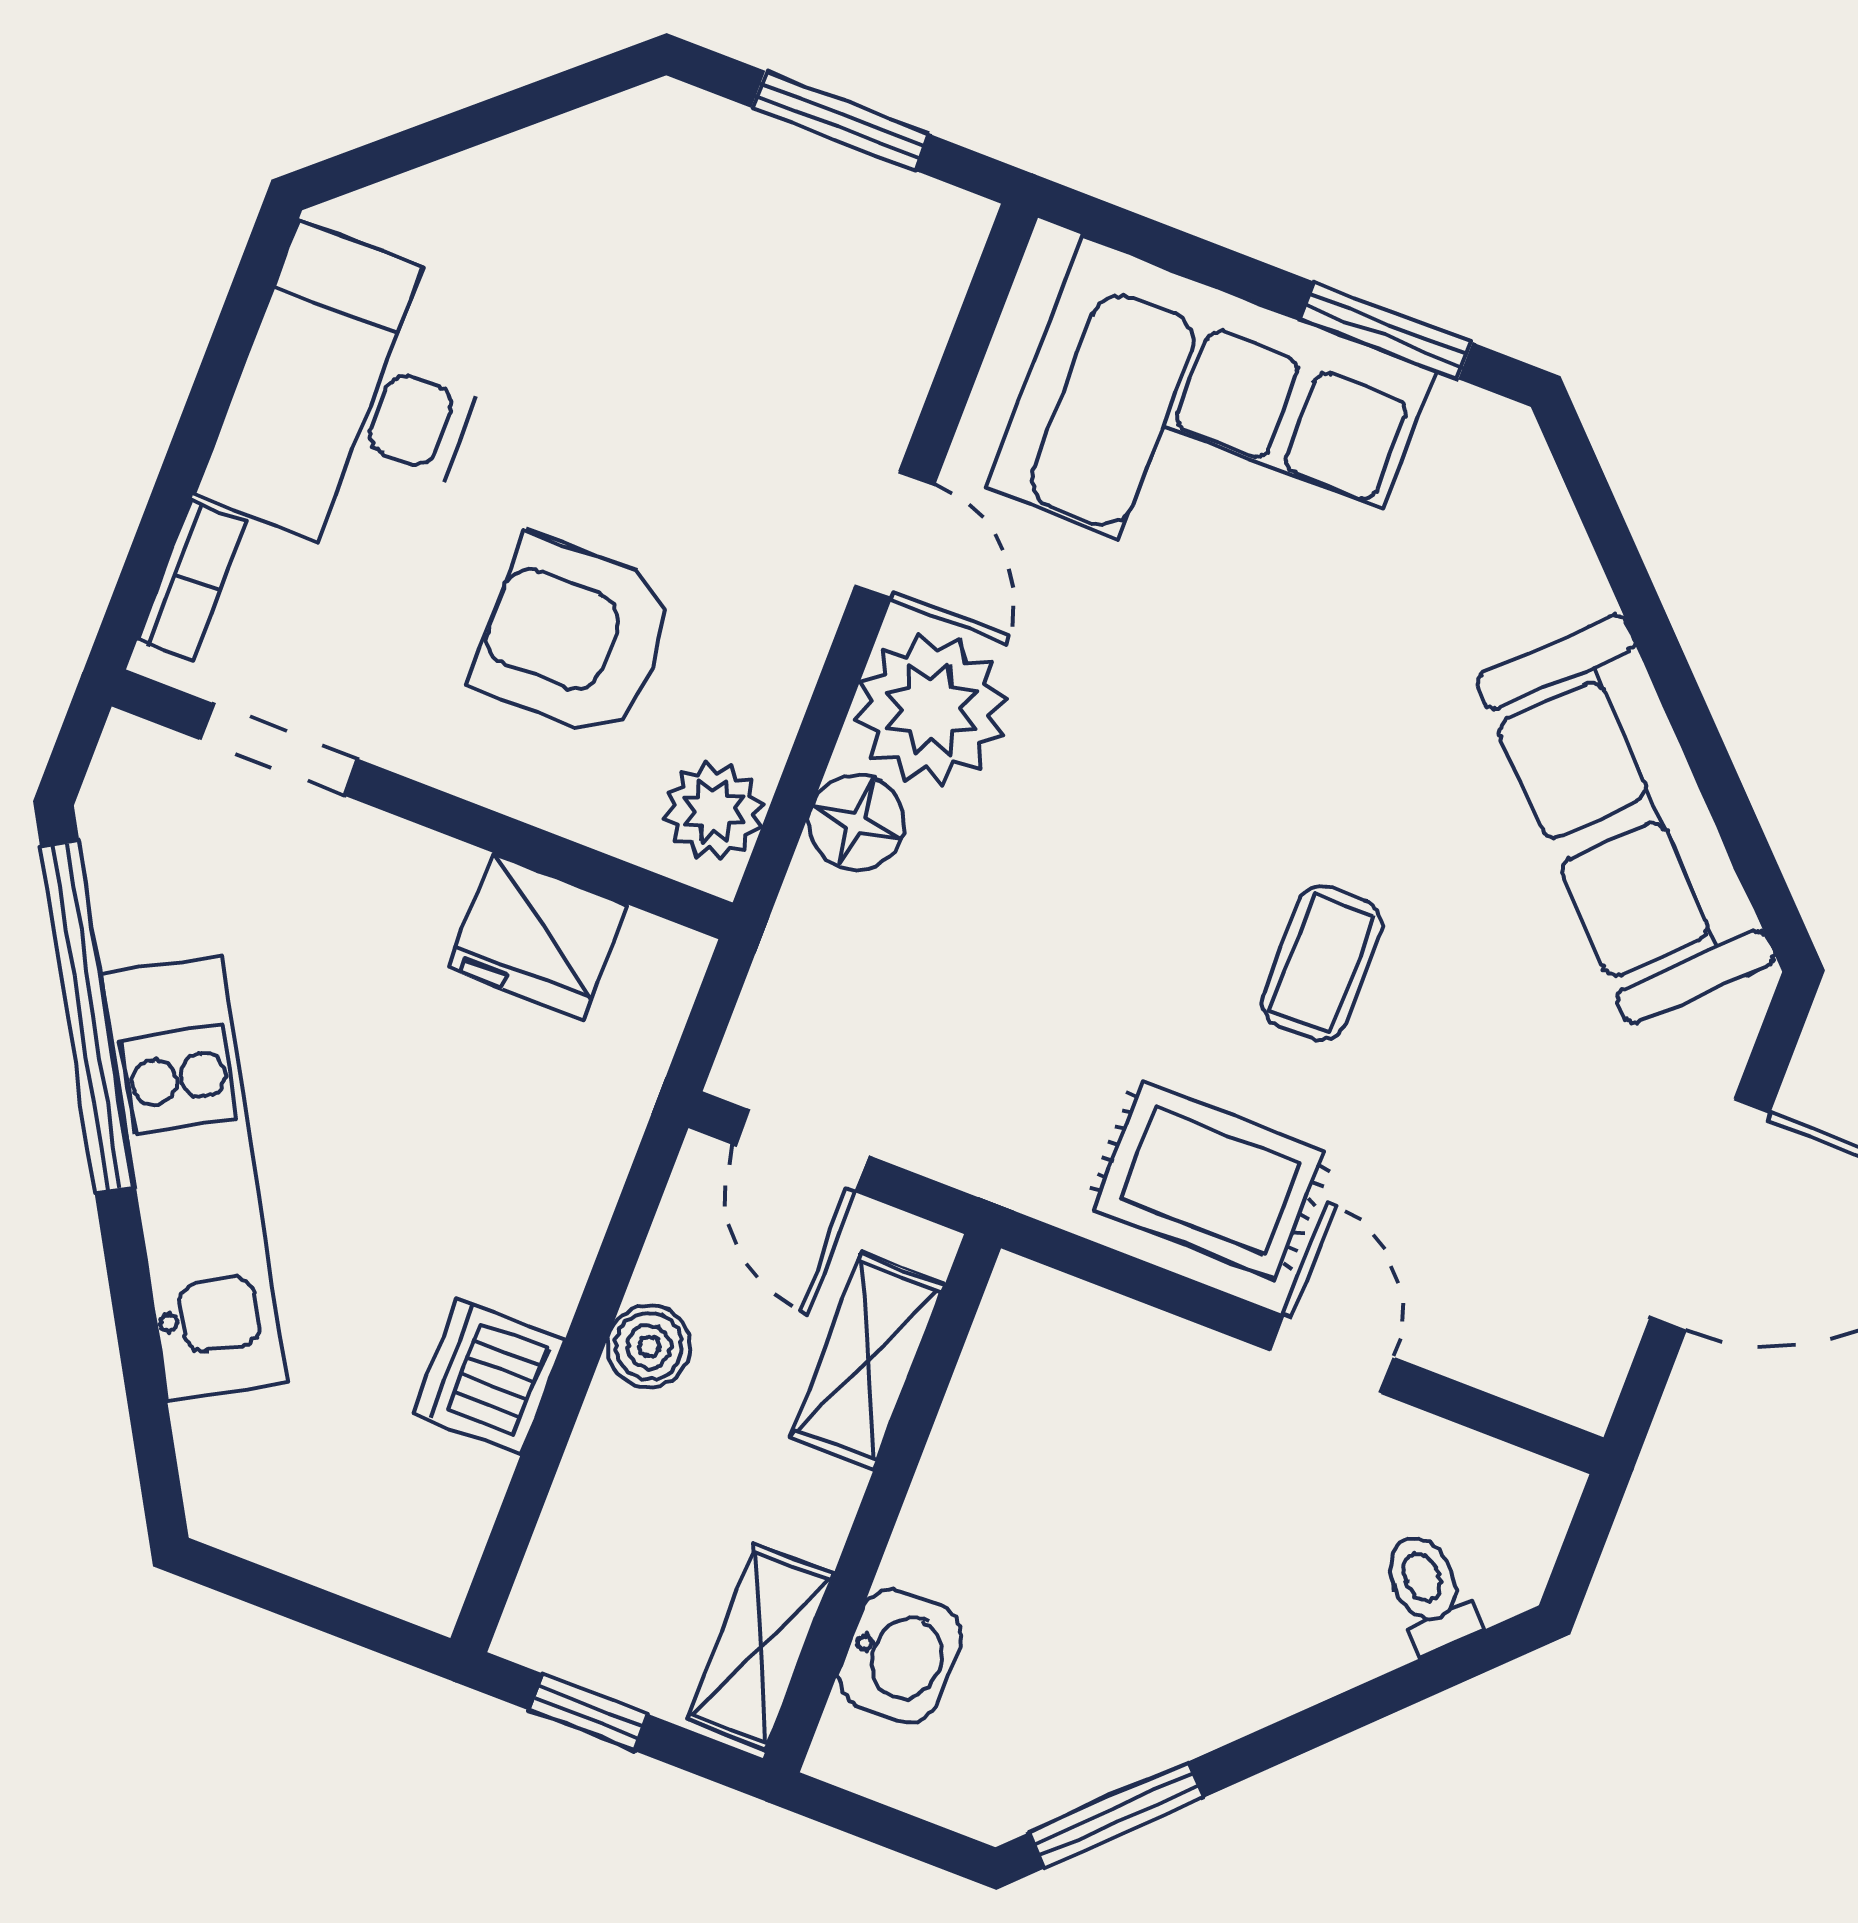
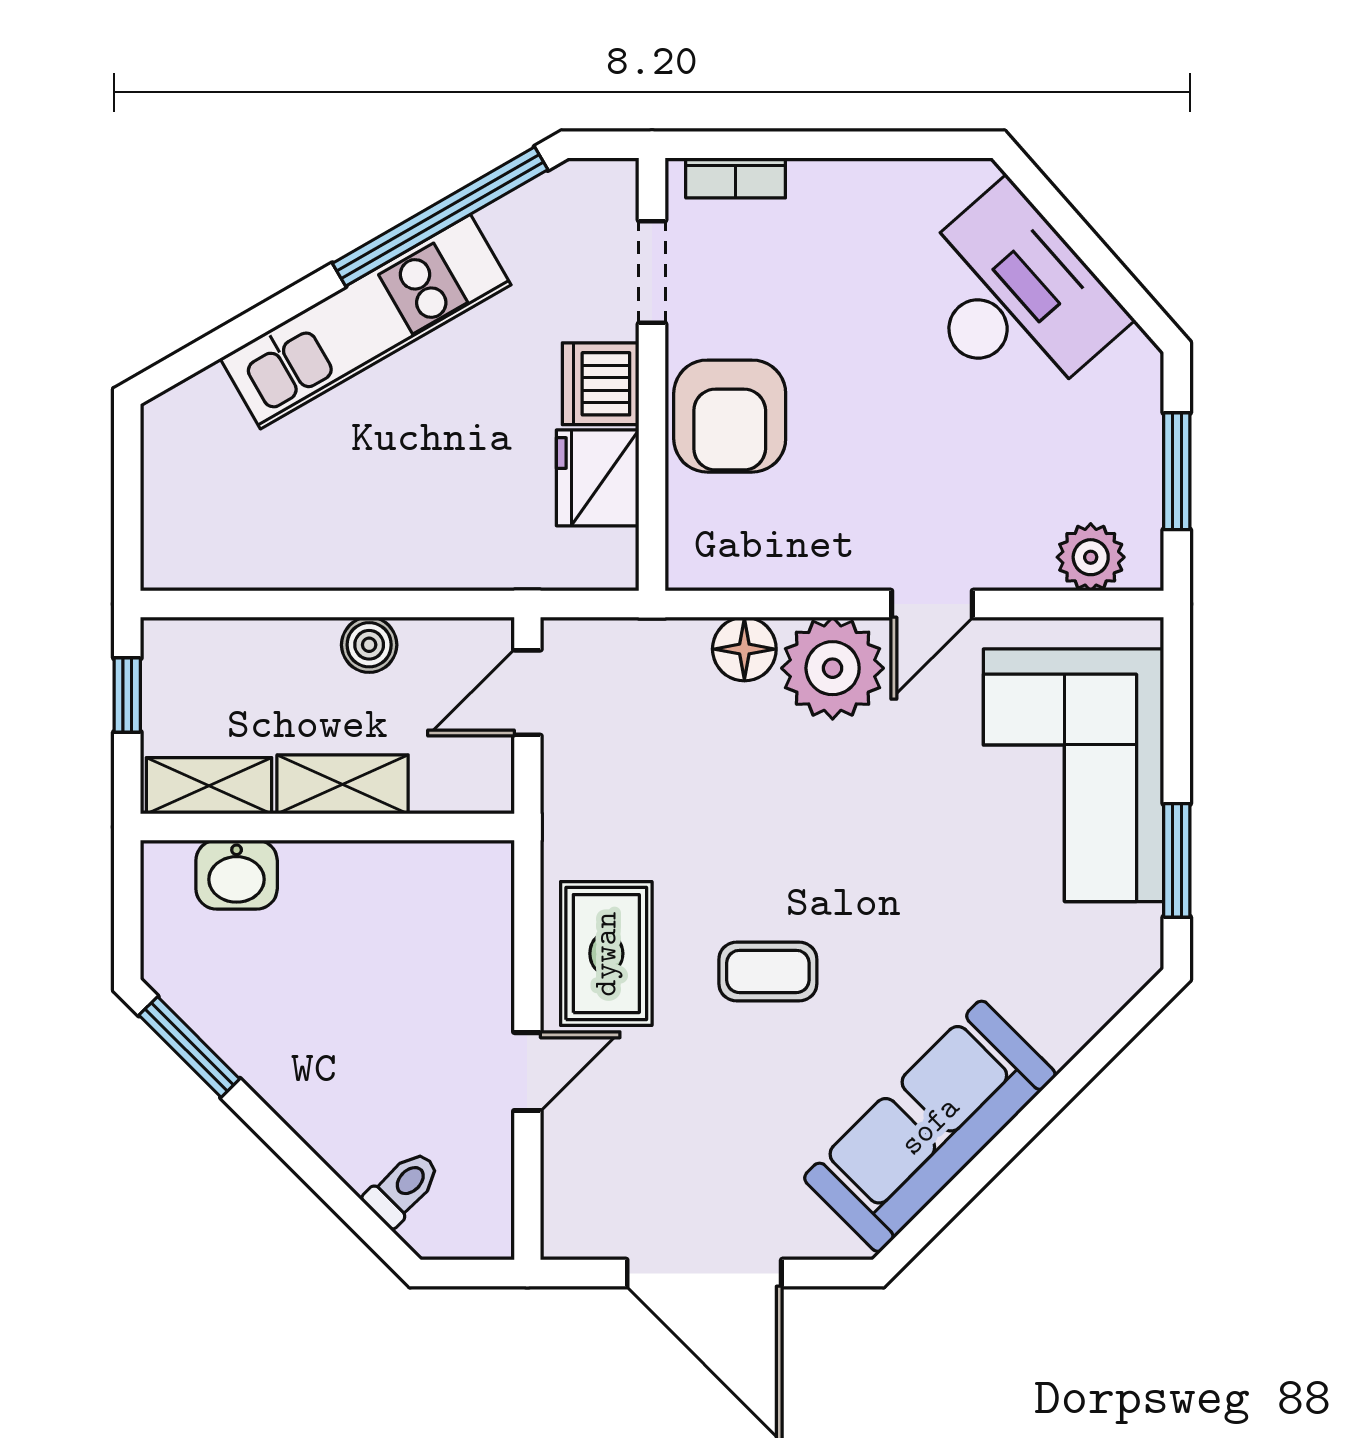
desk: (353, 398) -> (1014, 298), moved, turned 49
armchair: (574, 638) -> (730, 416), moved, turned 180
plant: (714, 811) -> (1091, 557), moved
shelving: (868, 1361) -> (343, 784), moved
dishwasher: (489, 1376) -> (601, 384), moved, turned -90

